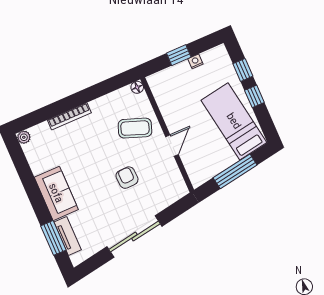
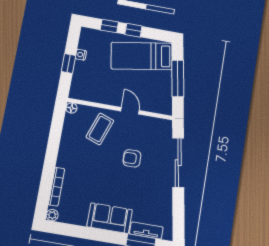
bookcase: (69, 116) -> (57, 187), moved
sliding door: (134, 237) -> (178, 163), moved

